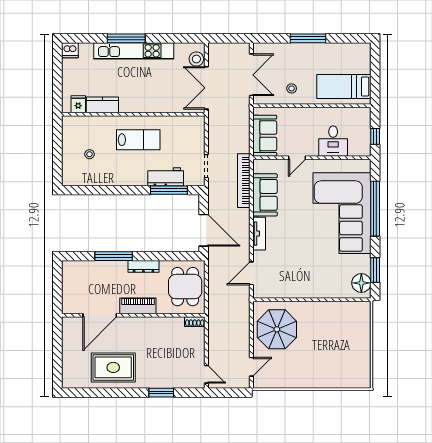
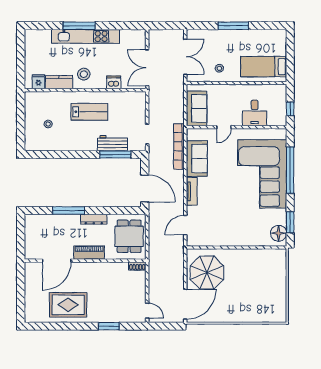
dishwasher: (70, 50) -> (114, 82), moved, turned 180
stool: (196, 59) -> (84, 74), moved
door: (251, 367) -> (185, 304), width x1.88

